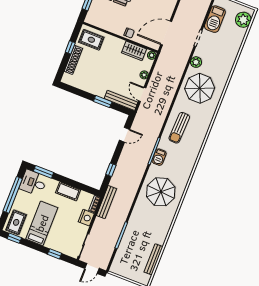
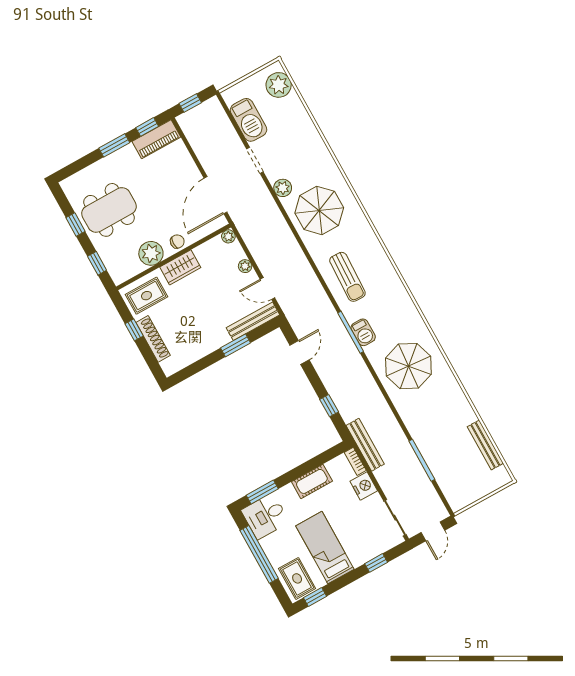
plant: (113, 25) -> (151, 253), added
wardrobe: (134, 51) -> (180, 267), moved

